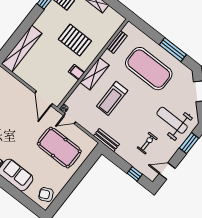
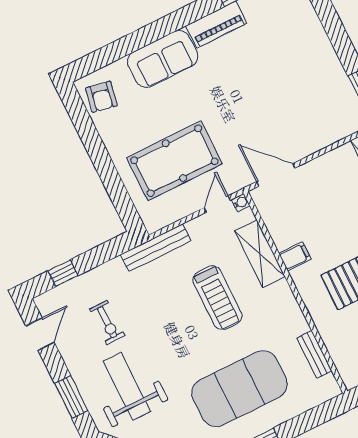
shelving: (95, 74) -> (260, 254), moved
treadmill: (112, 98) -> (217, 298), turned 180
weight bench: (172, 120) -> (127, 386), turned -90
bench: (106, 140) -> (156, 248), width x1.36
armchair: (46, 195) -> (101, 97), turned 126

